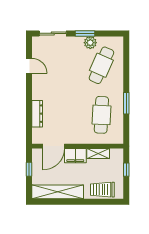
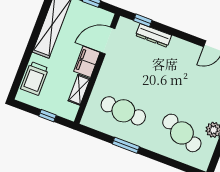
window: (29, 126) -> (143, 20), added
door: (54, 146) -> (108, 40), hinge flipped
trolley: (102, 190) -> (35, 79), turned 180

